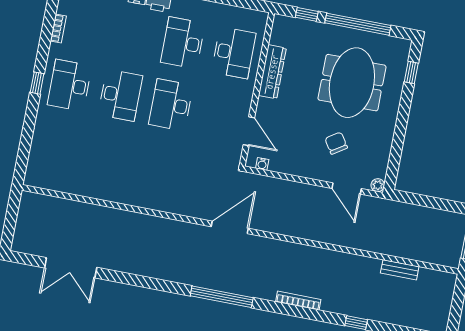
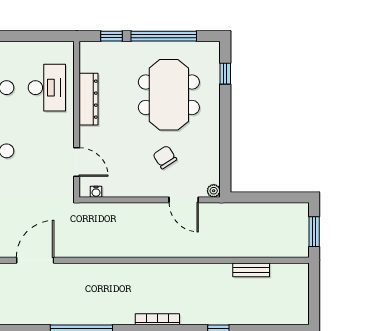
door: (230, 227) -> (35, 260), moved

